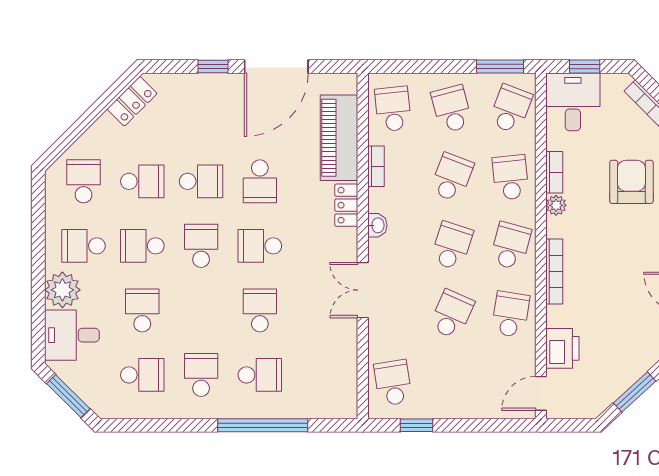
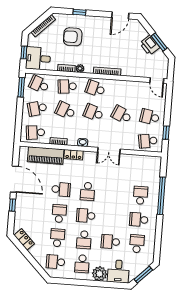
school desk: (260, 310) -> (114, 193), removed
school desk: (510, 314) -> (150, 117), moved
printer: (562, 348) -> (150, 45), moved, turned -132

